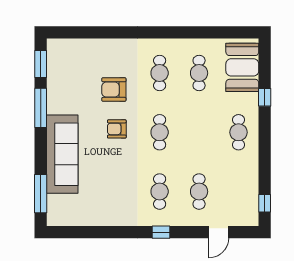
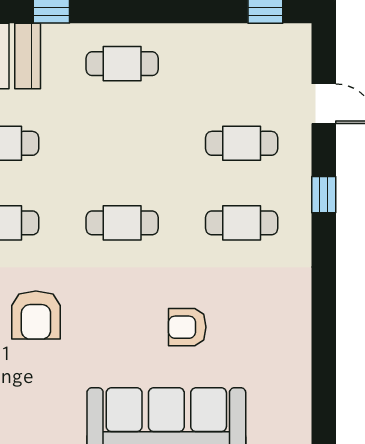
armchair: (117, 129) -> (187, 327), moved, turned 90
window: (161, 232) -> (324, 195), moved

